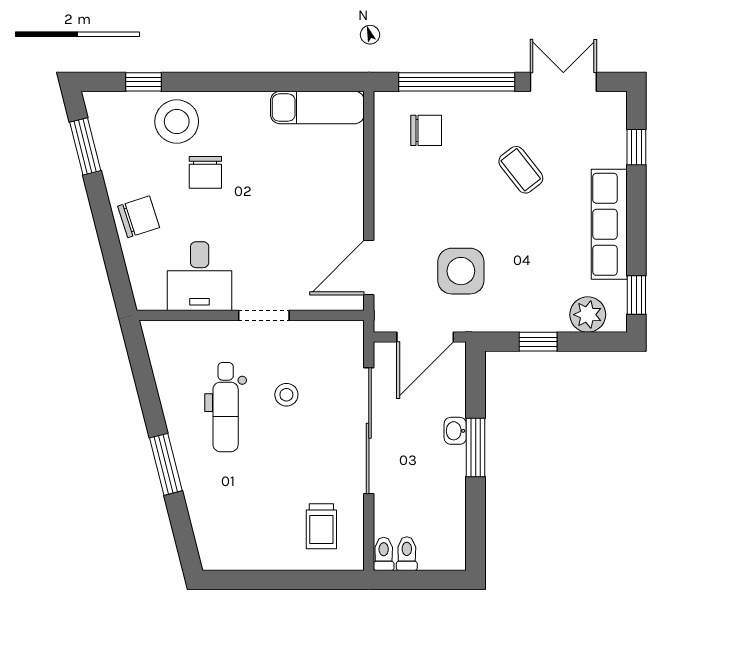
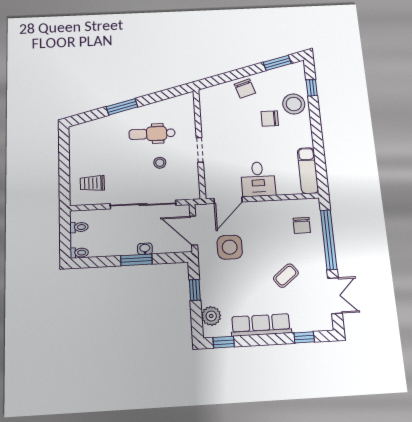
door: (369, 267) -> (228, 200), swing flipped
desk: (200, 276) -> (258, 179), moved, turned -90
toilet: (384, 554) -> (79, 253), moved

